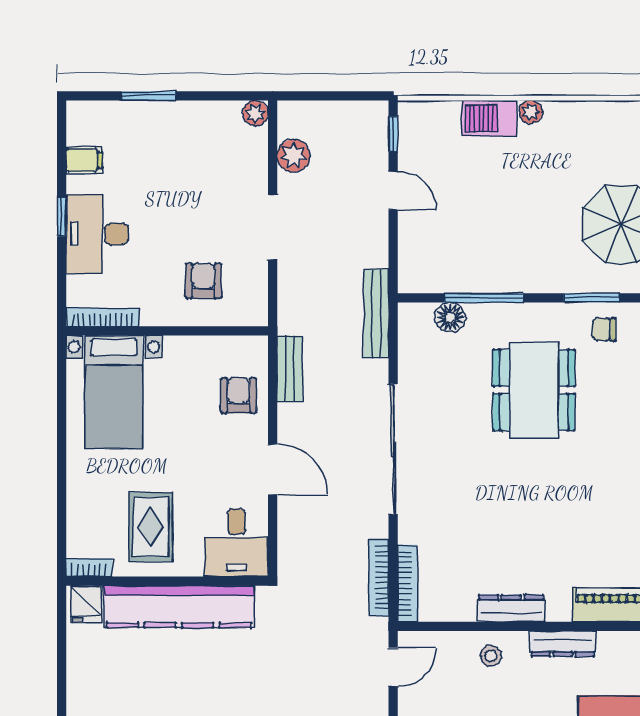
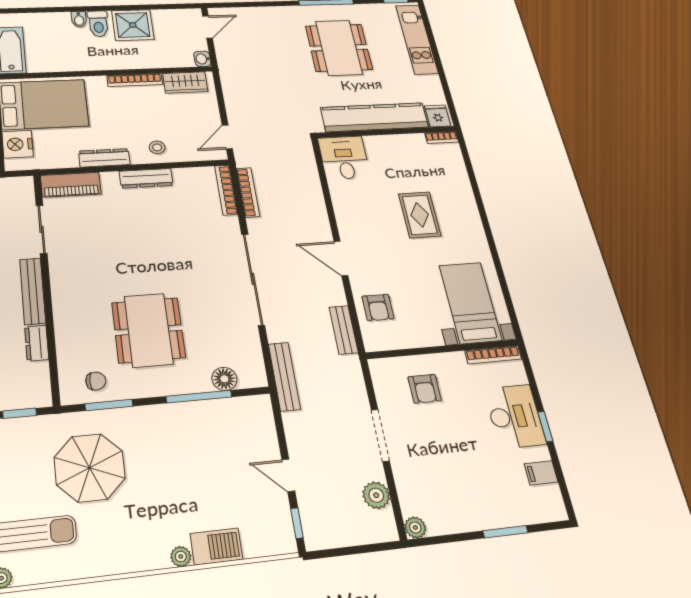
desk: (237, 543) -> (344, 158), moved
bookcase: (89, 567) -> (442, 137), moved
wall: (167, 581) -> (387, 132), moved
fridge: (86, 604) -> (438, 116), moved
kitchen counter: (179, 607) -> (375, 117), moved

